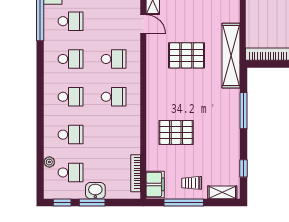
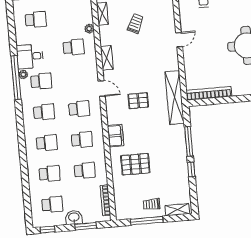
door: (143, 24) -> (102, 89), moved
pallet: (186, 55) -> (138, 101), width x0.67, depth x0.71
school desk: (114, 135) -> (85, 170), added
plant: (49, 162) -> (23, 74), moved
window: (244, 168) -> (191, 169), moved
filing cabinet: (155, 184) -> (116, 136), moved
window: (92, 203) -> (86, 226), moved

